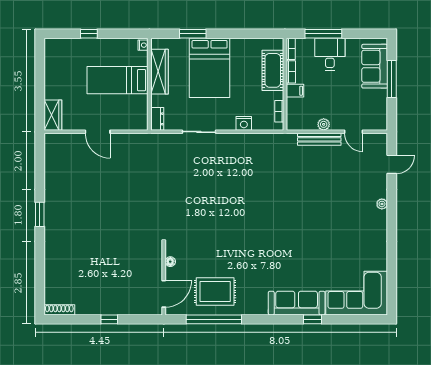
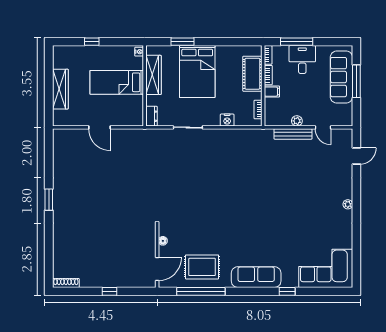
sofa: (375, 66) -> (341, 77), width x1.36
wardrobe: (53, 115) -> (60, 89), moved, width x1.50
plant: (382, 204) -> (348, 204), moved
sofa: (297, 303) -> (256, 277), moved

